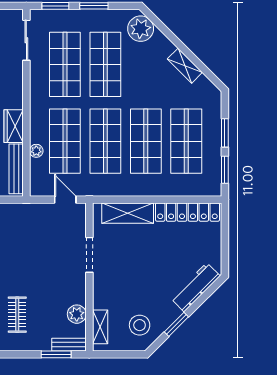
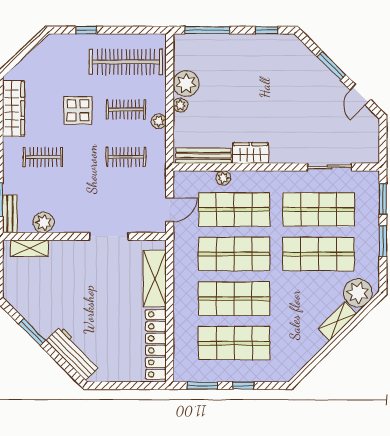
sliding door: (26, 40) -> (330, 167), moved
shelving: (185, 66) -> (337, 321), moved
window: (225, 133) -> (243, 386), width x0.67
clothes rail: (17, 239) -> (126, 157), added
stool: (140, 325) -> (31, 292), removed

